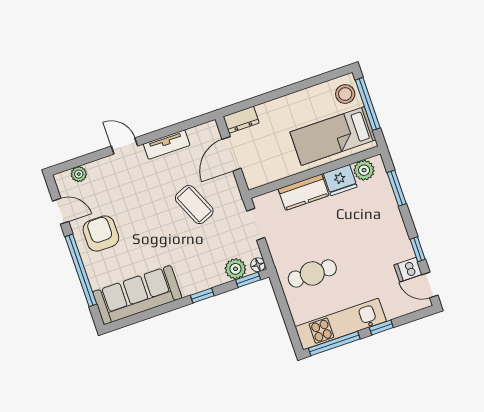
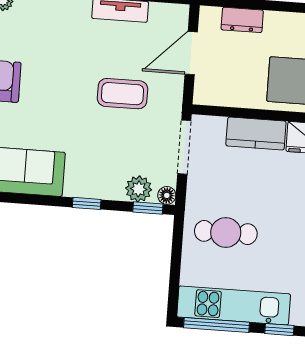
dresser: (241, 120) -> (242, 20), moved
coffee table: (194, 205) -> (122, 94), turned -66
doorway: (256, 224) -> (184, 147), width x1.38

